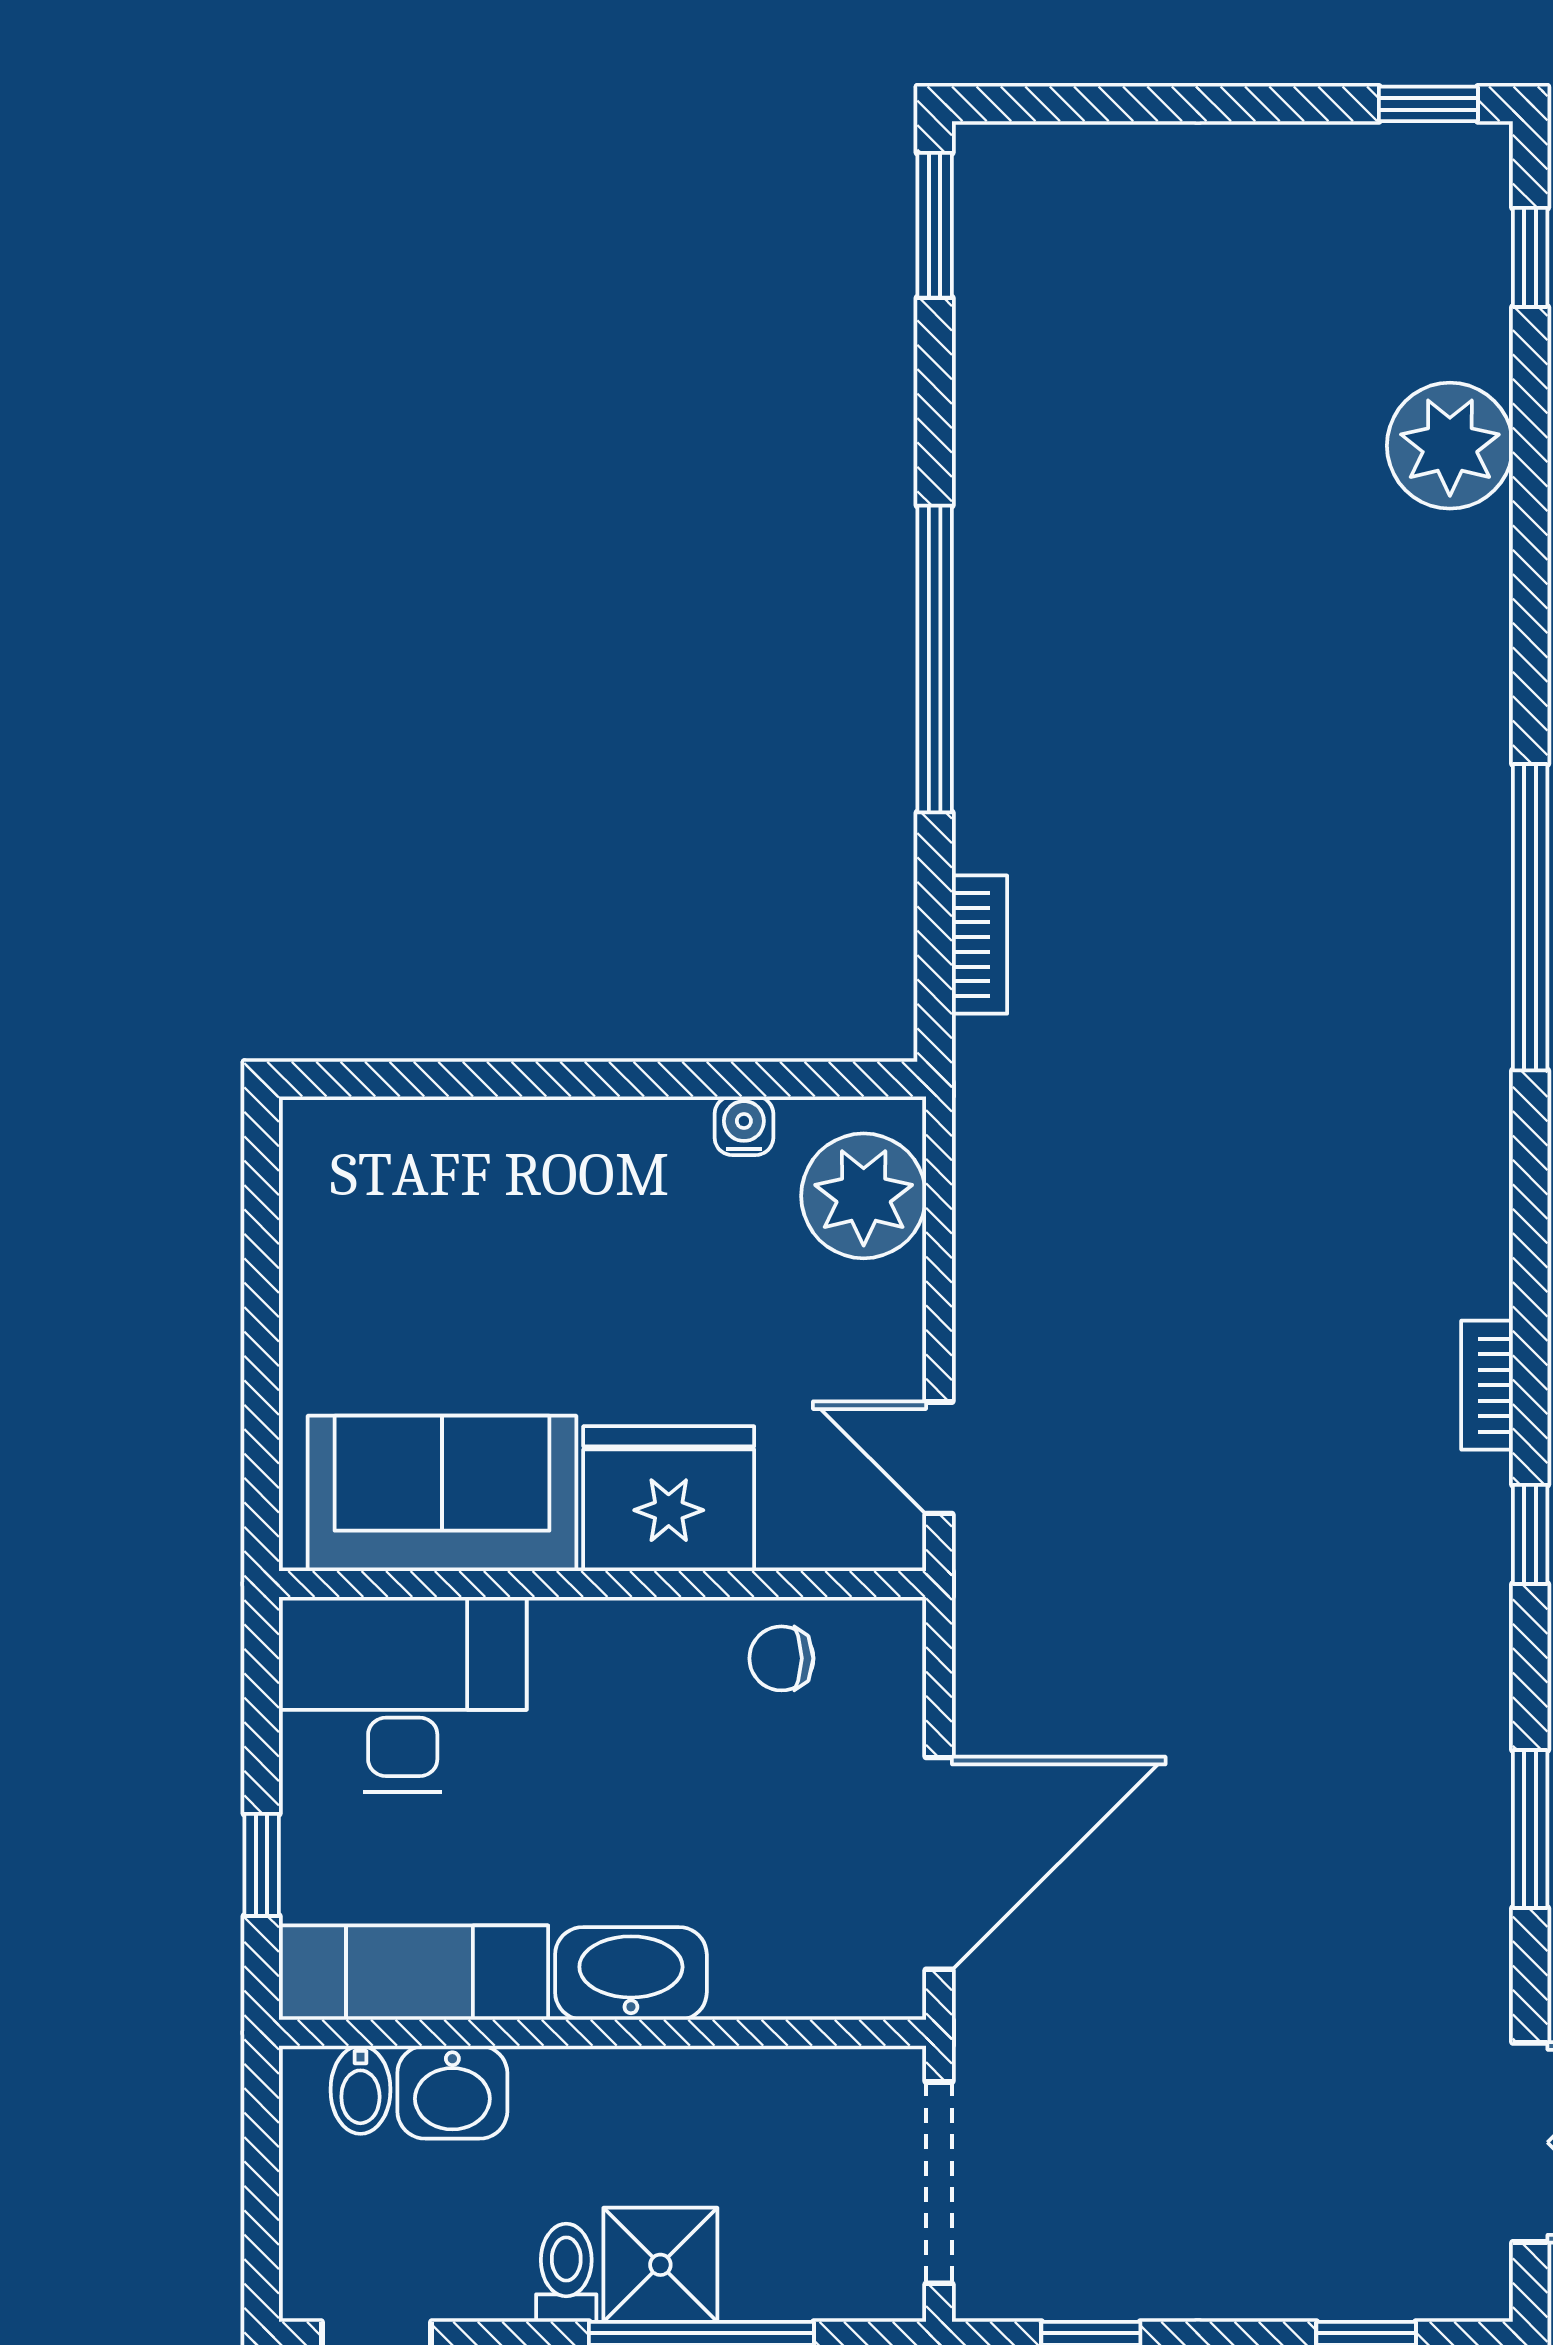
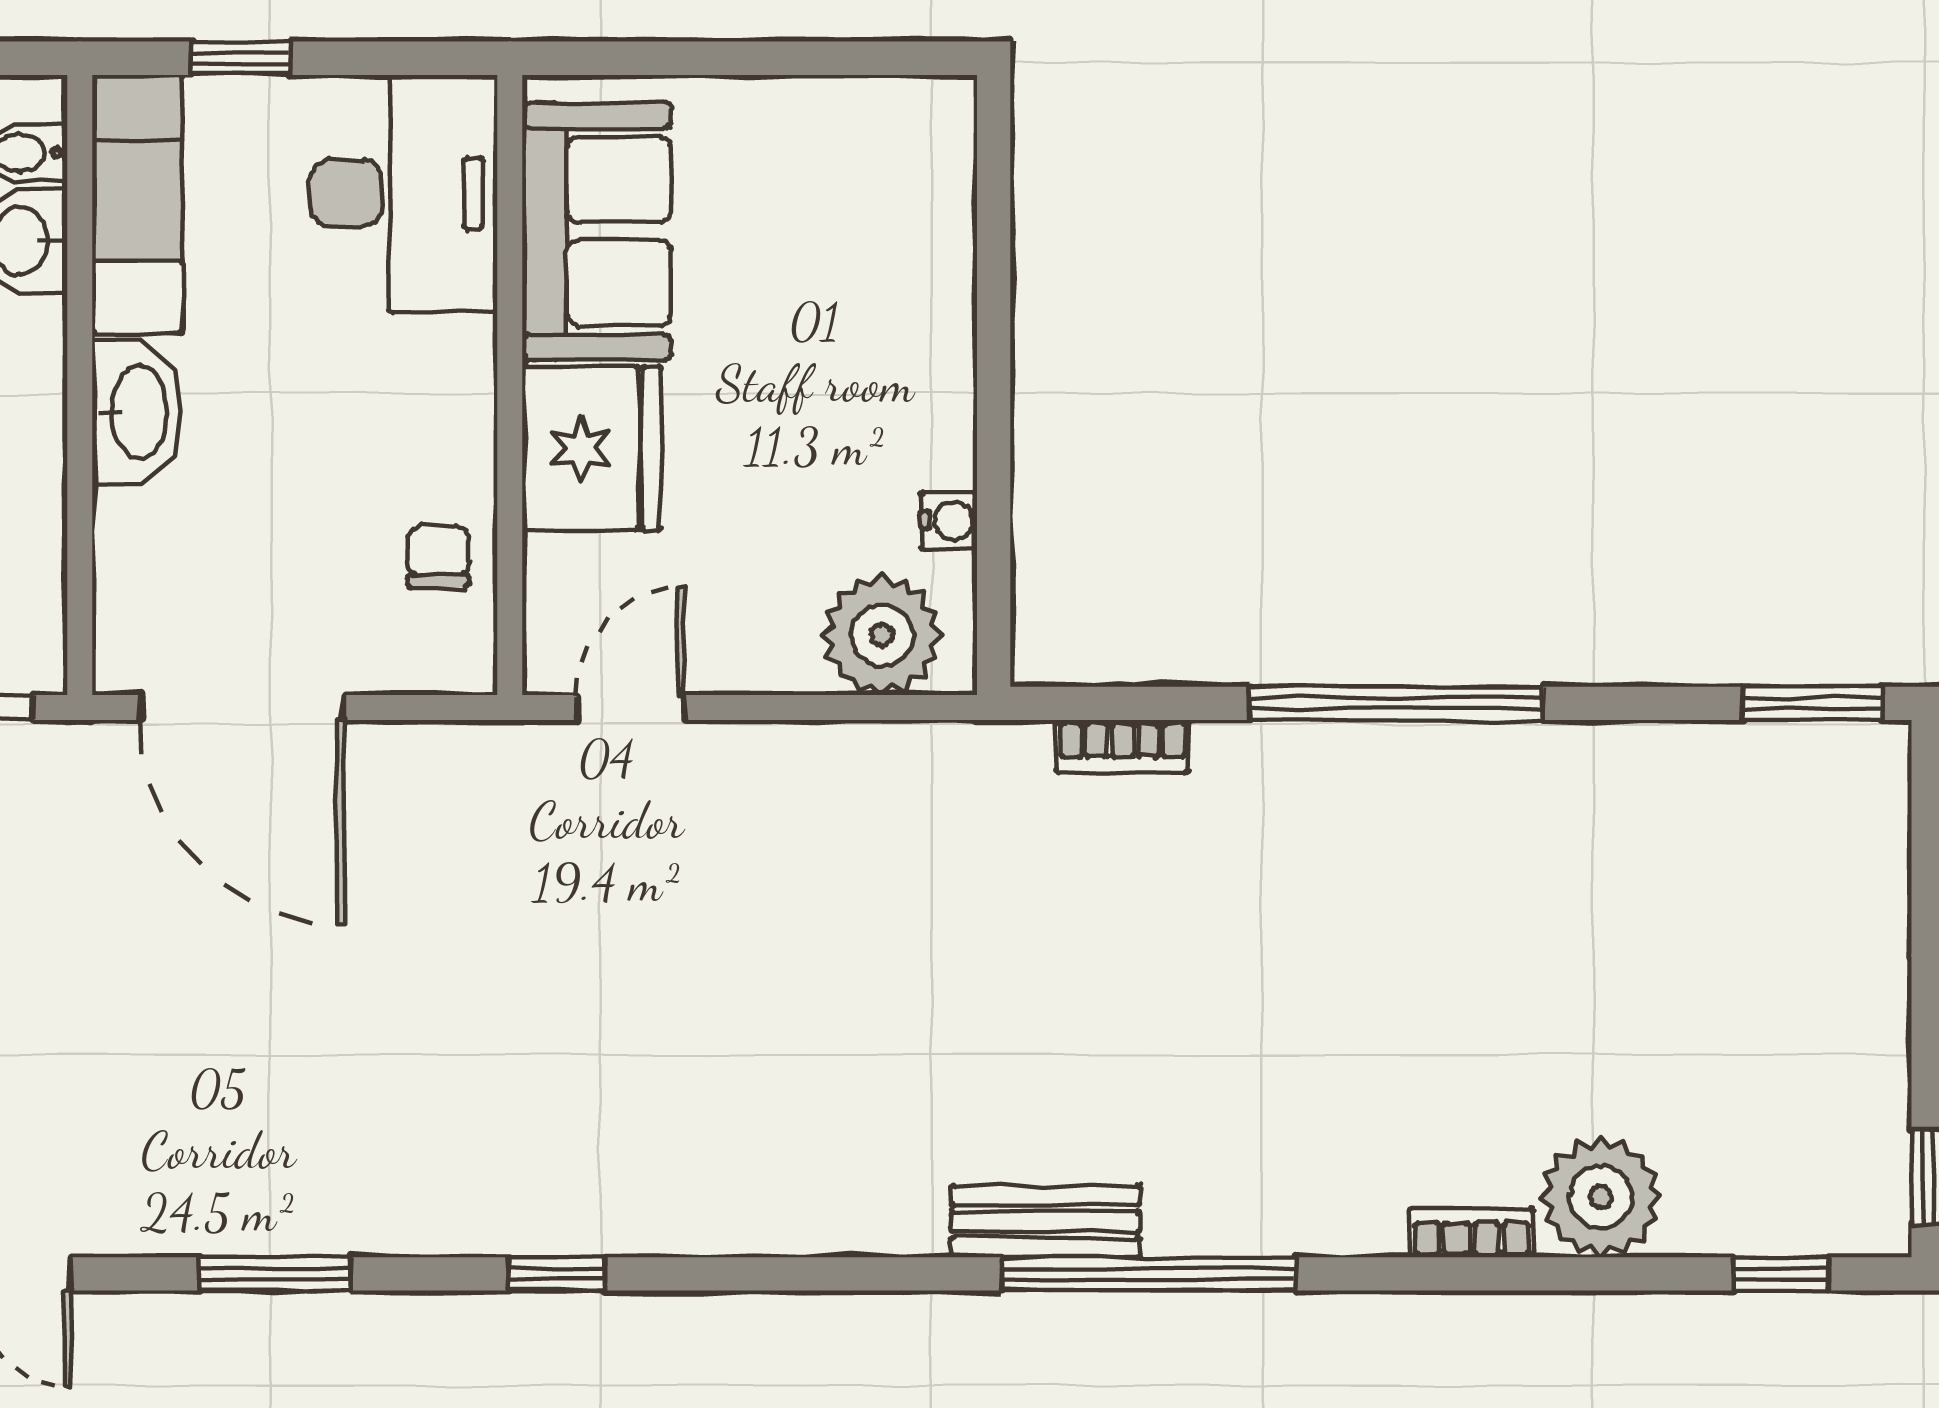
bench: (1475, 1025) -> (1045, 1221), added
bookcase: (1487, 1385) -> (1472, 1233), moved

